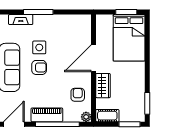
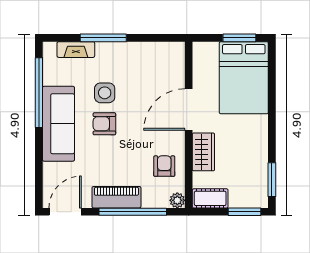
armchair: (39, 67) -> (104, 124), turned 180

